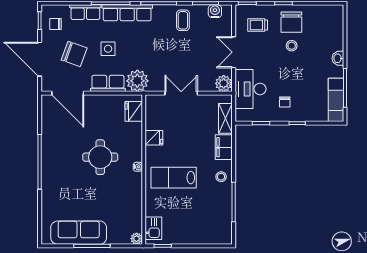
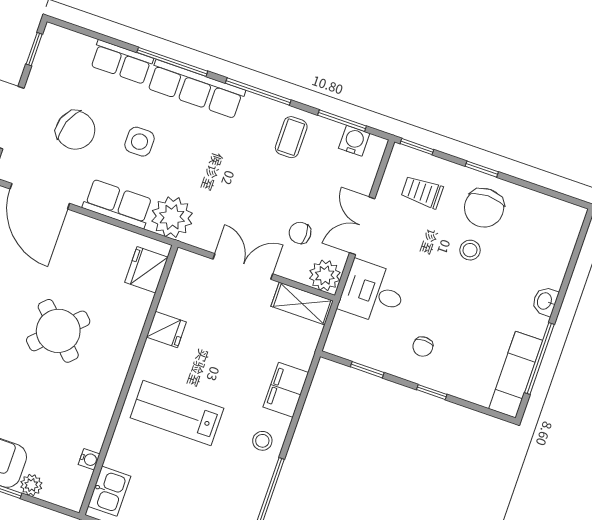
chair: (56, 24) -> (300, 233), moved
desk: (250, 89) -> (373, 293), width x0.73
shelving: (225, 118) -> (302, 304), moved, turned 90
round table: (100, 157) -> (58, 331), turned 45
water cooler: (138, 167) -> (89, 459), moved
plant: (137, 239) -> (31, 485), moved

